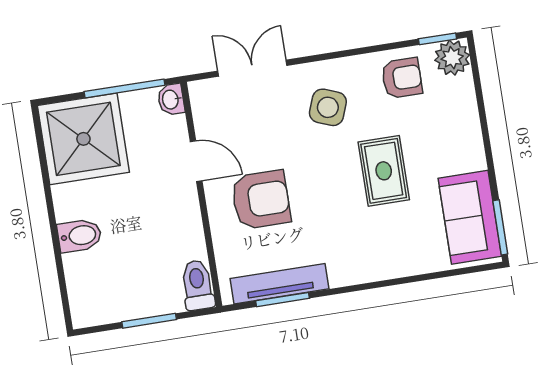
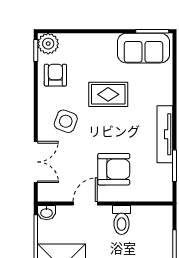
double door: (252, 68) -> (36, 162), swing flipped
armchair: (261, 200) -> (114, 169), turned 90
tv unit: (279, 284) -> (165, 134), moved
toilet: (198, 285) -> (122, 220), moved, turned -90

